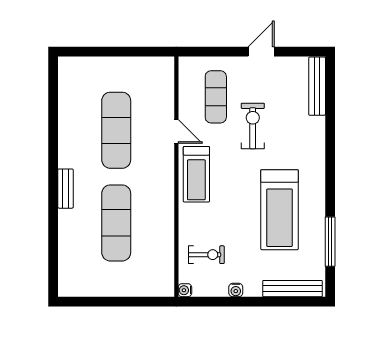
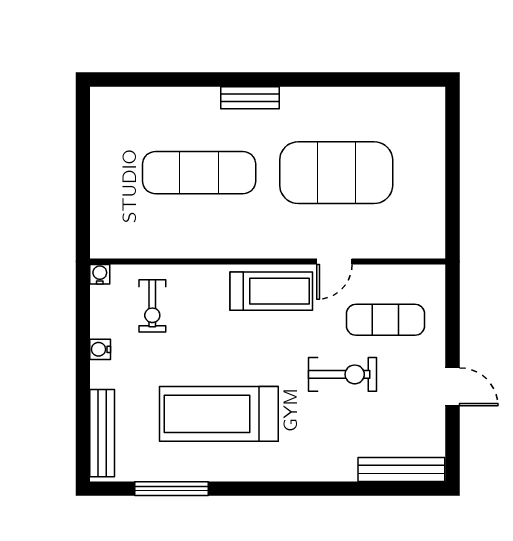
exercise mat: (116, 130) -> (336, 173), width x1.47
treadmill: (196, 174) -> (271, 291), turned 180

